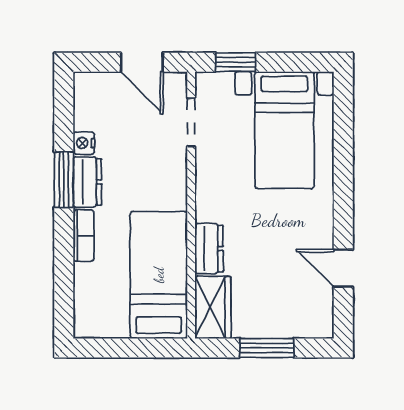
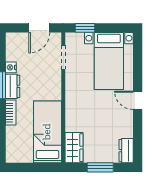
door: (142, 62) -> (39, 28), hinge flipped
dresser: (209, 249) -> (126, 151), moved, turned 180
door: (343, 268) -> (138, 100), moved

